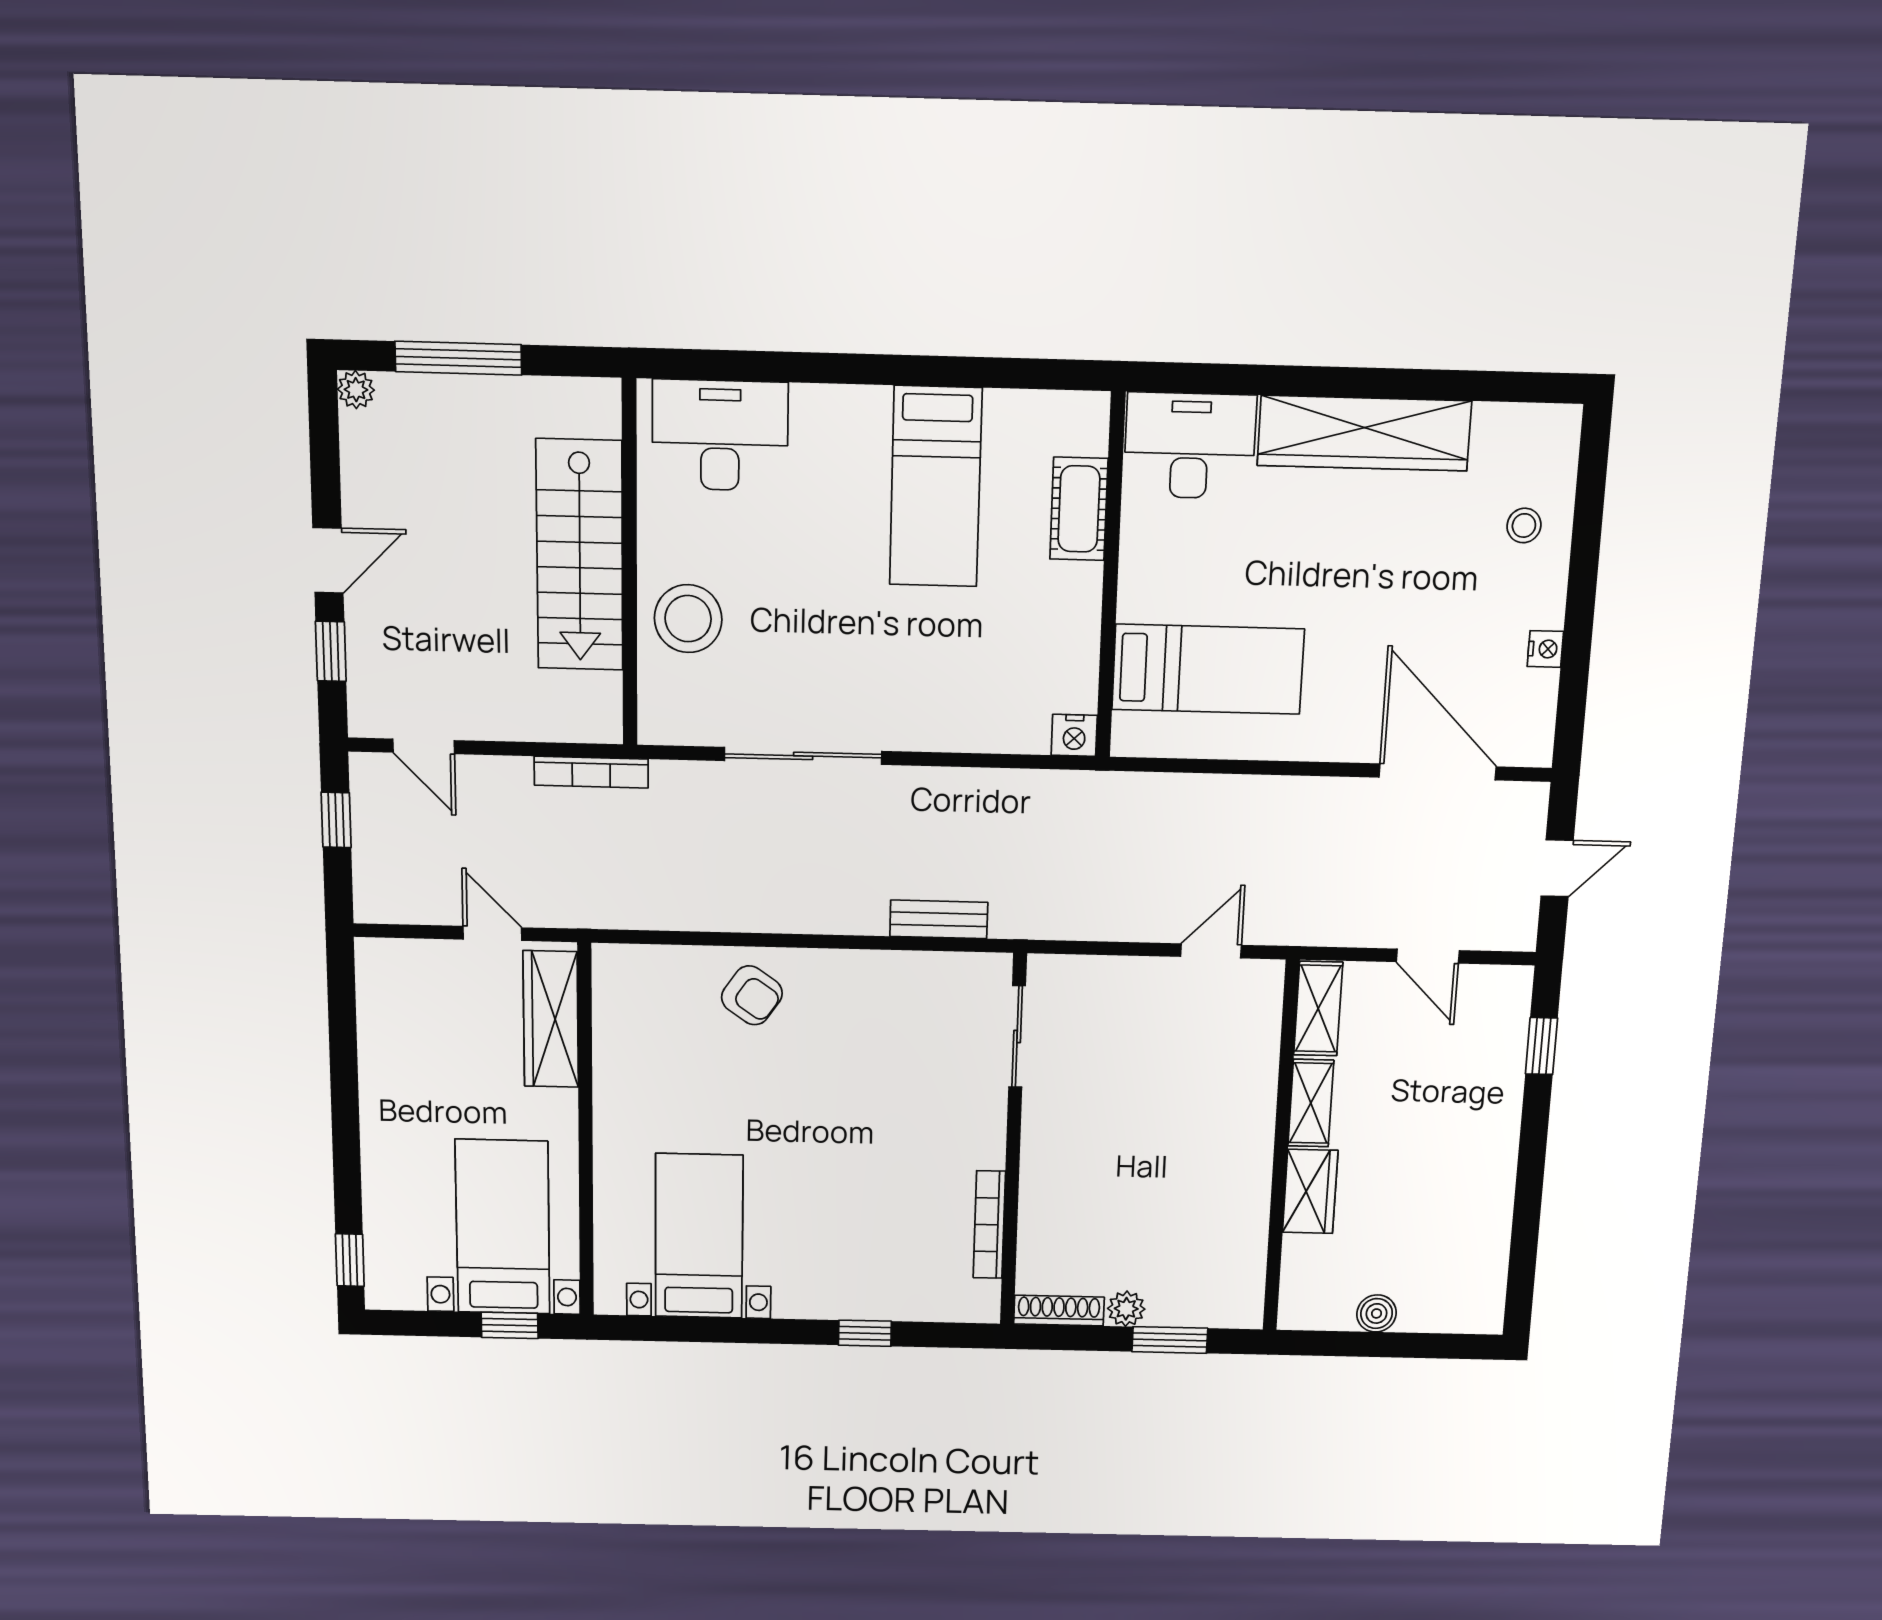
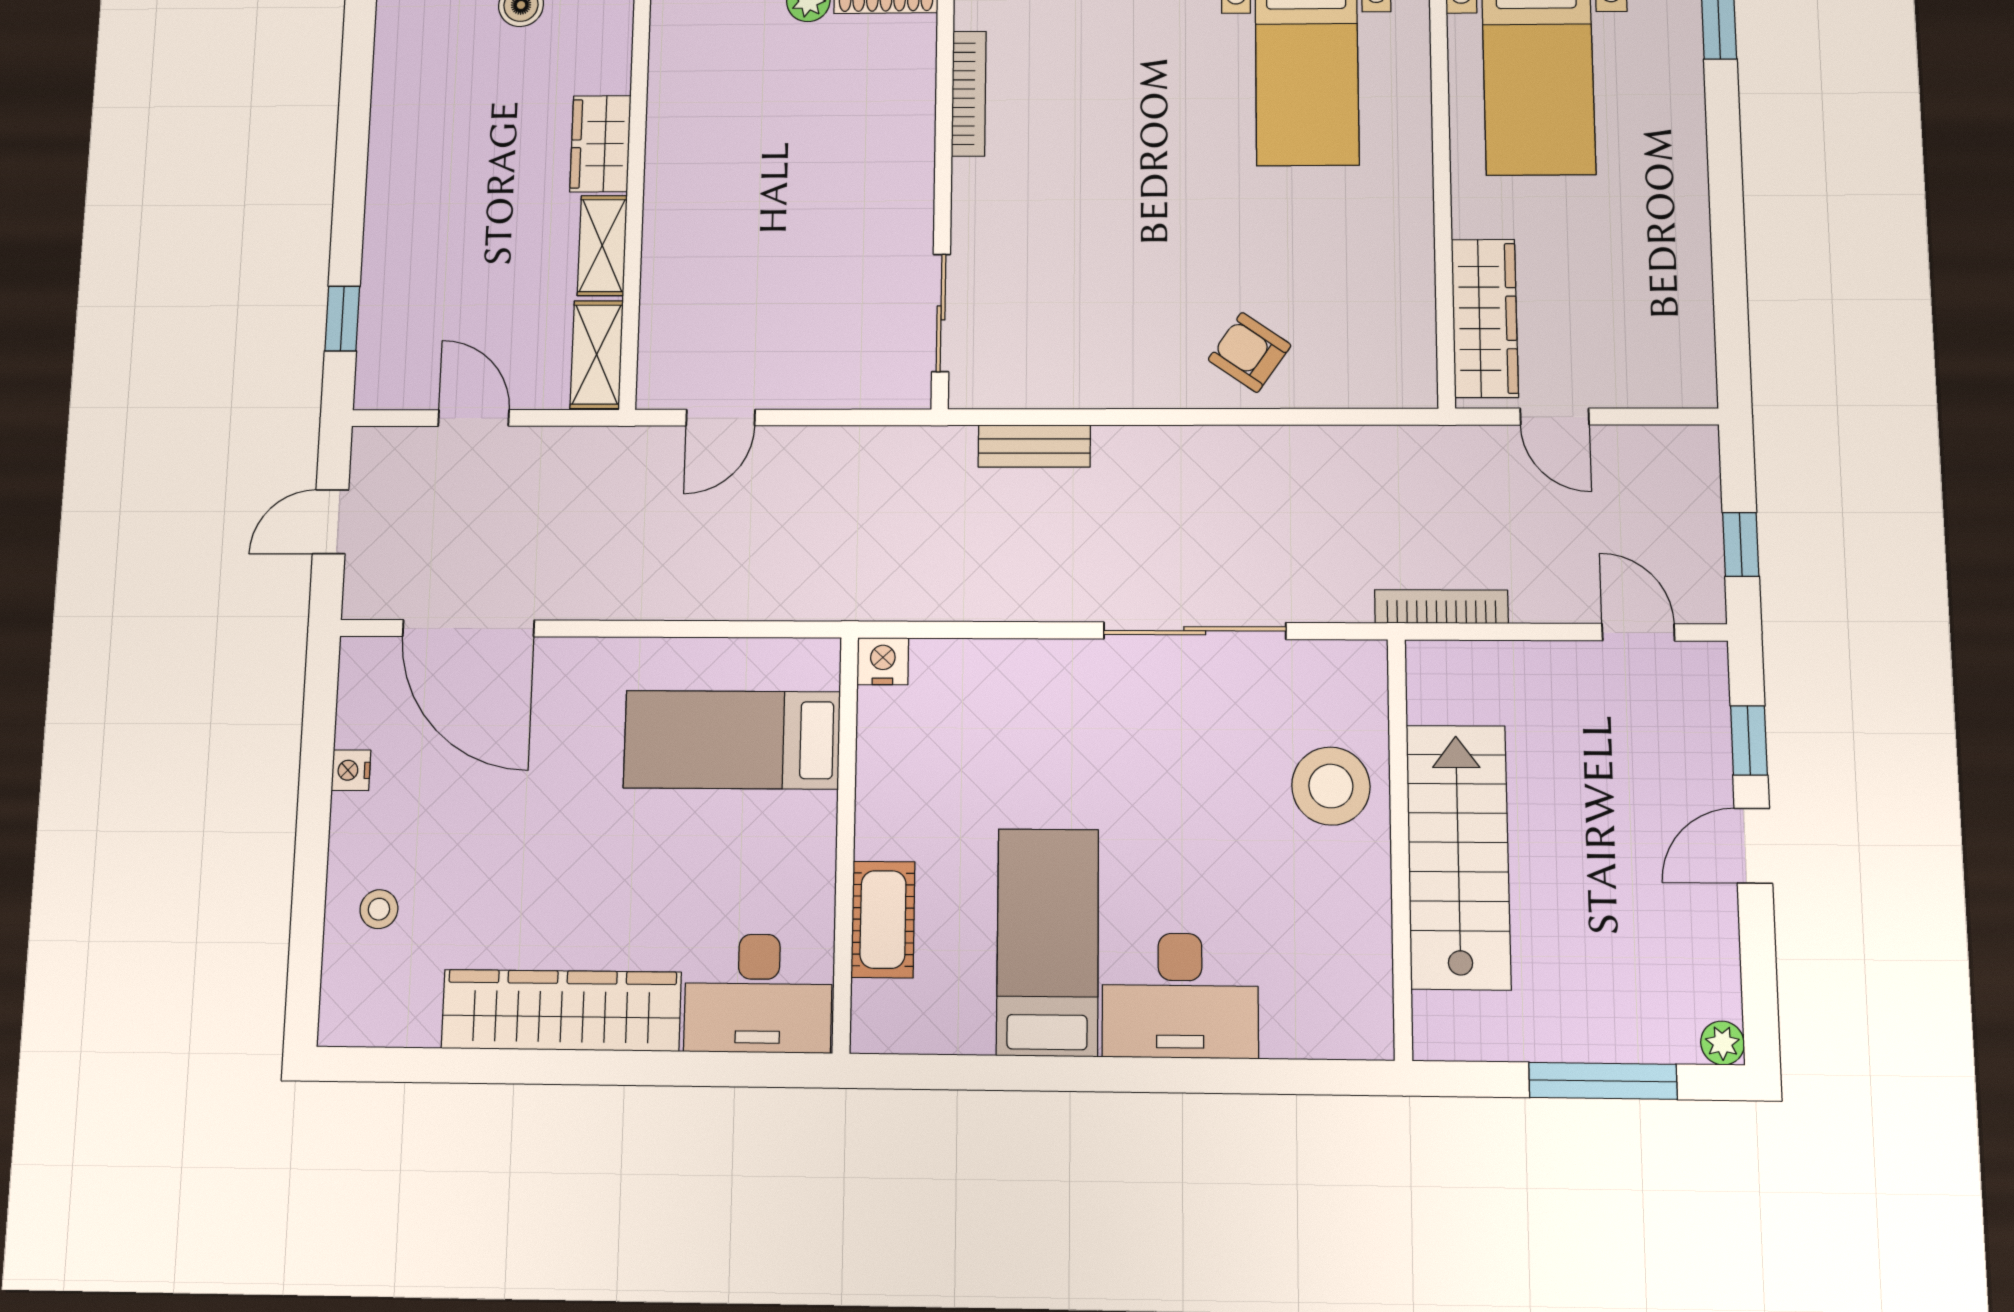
desk: (720, 435) -> (1180, 996), moved

